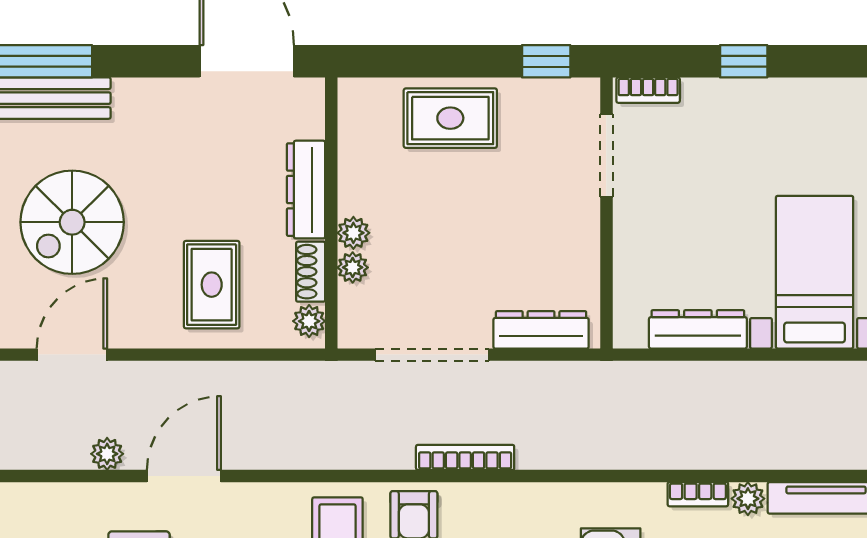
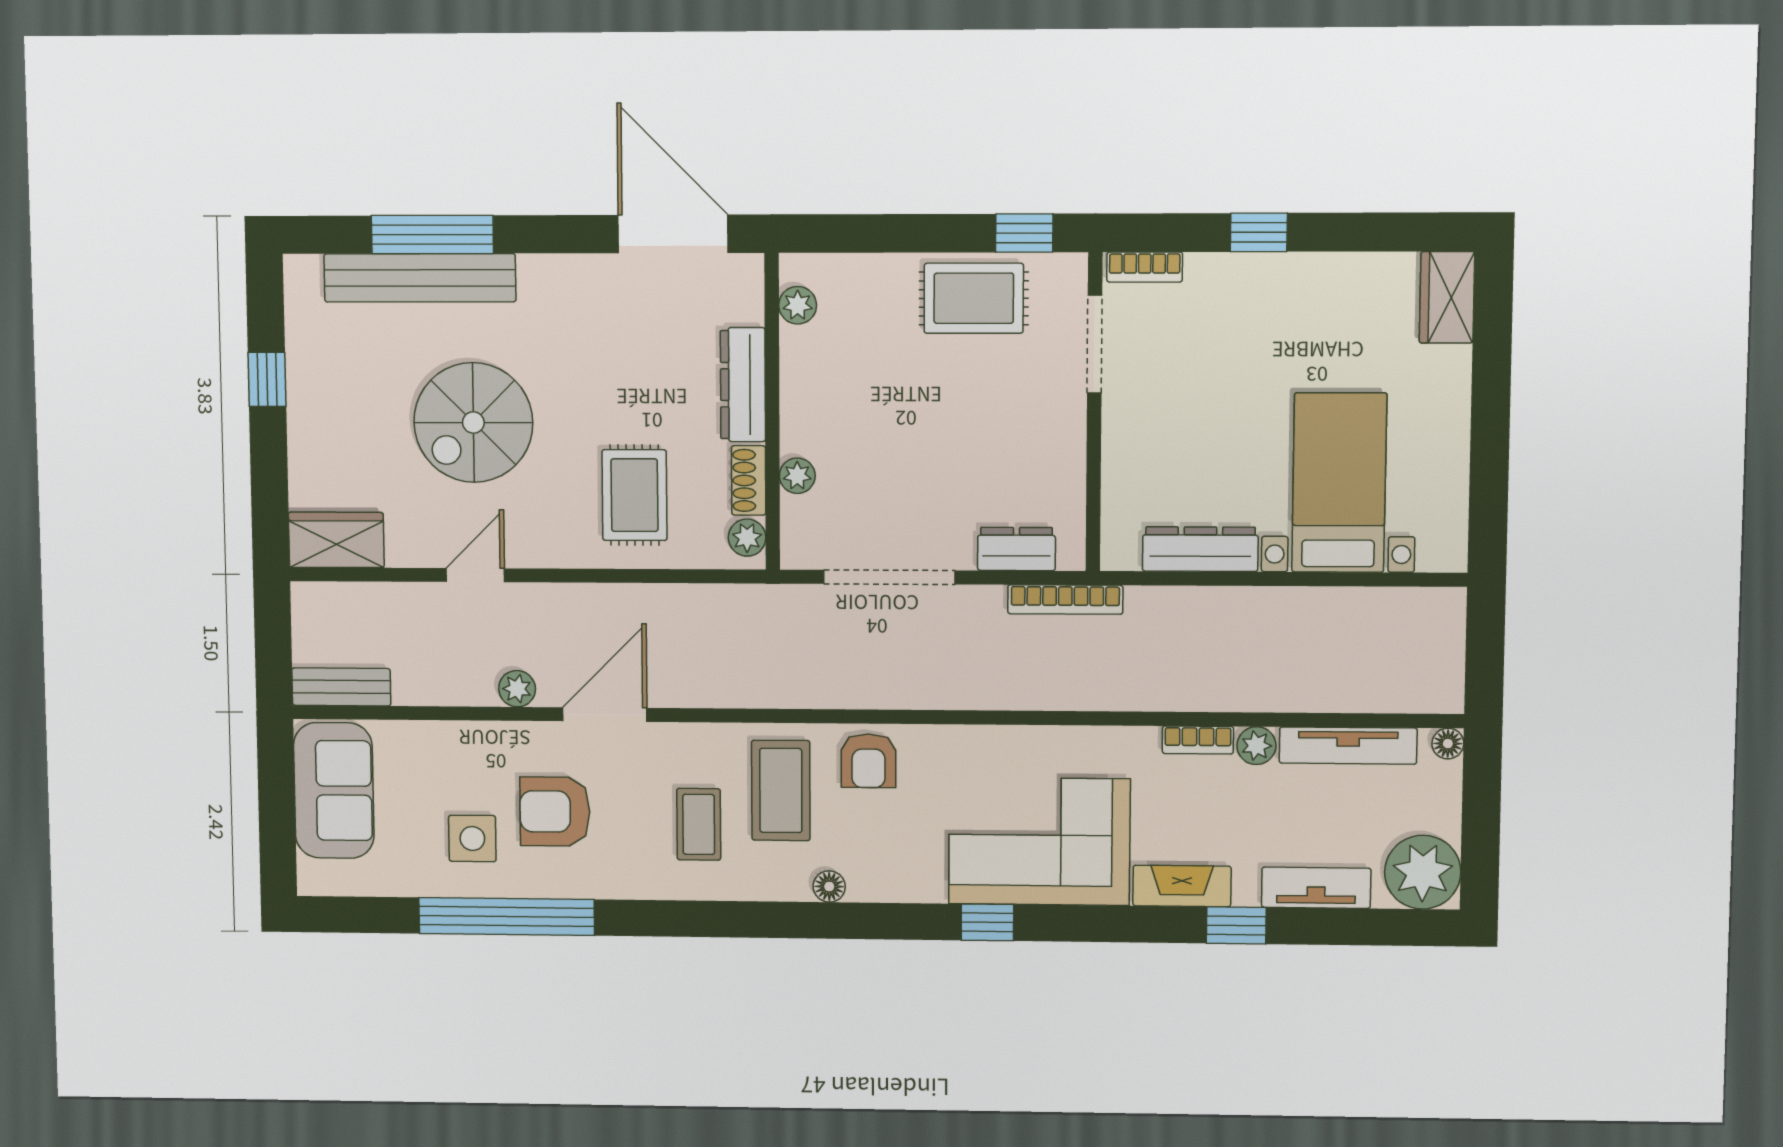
rug: (450, 118) -> (974, 298), moved
plant: (353, 233) -> (798, 305), moved
dresser: (541, 330) -> (1016, 549), width x0.70
door: (72, 355) -> (475, 575), width x0.73
bookcase: (465, 457) -> (1065, 600), moved, turned 180

